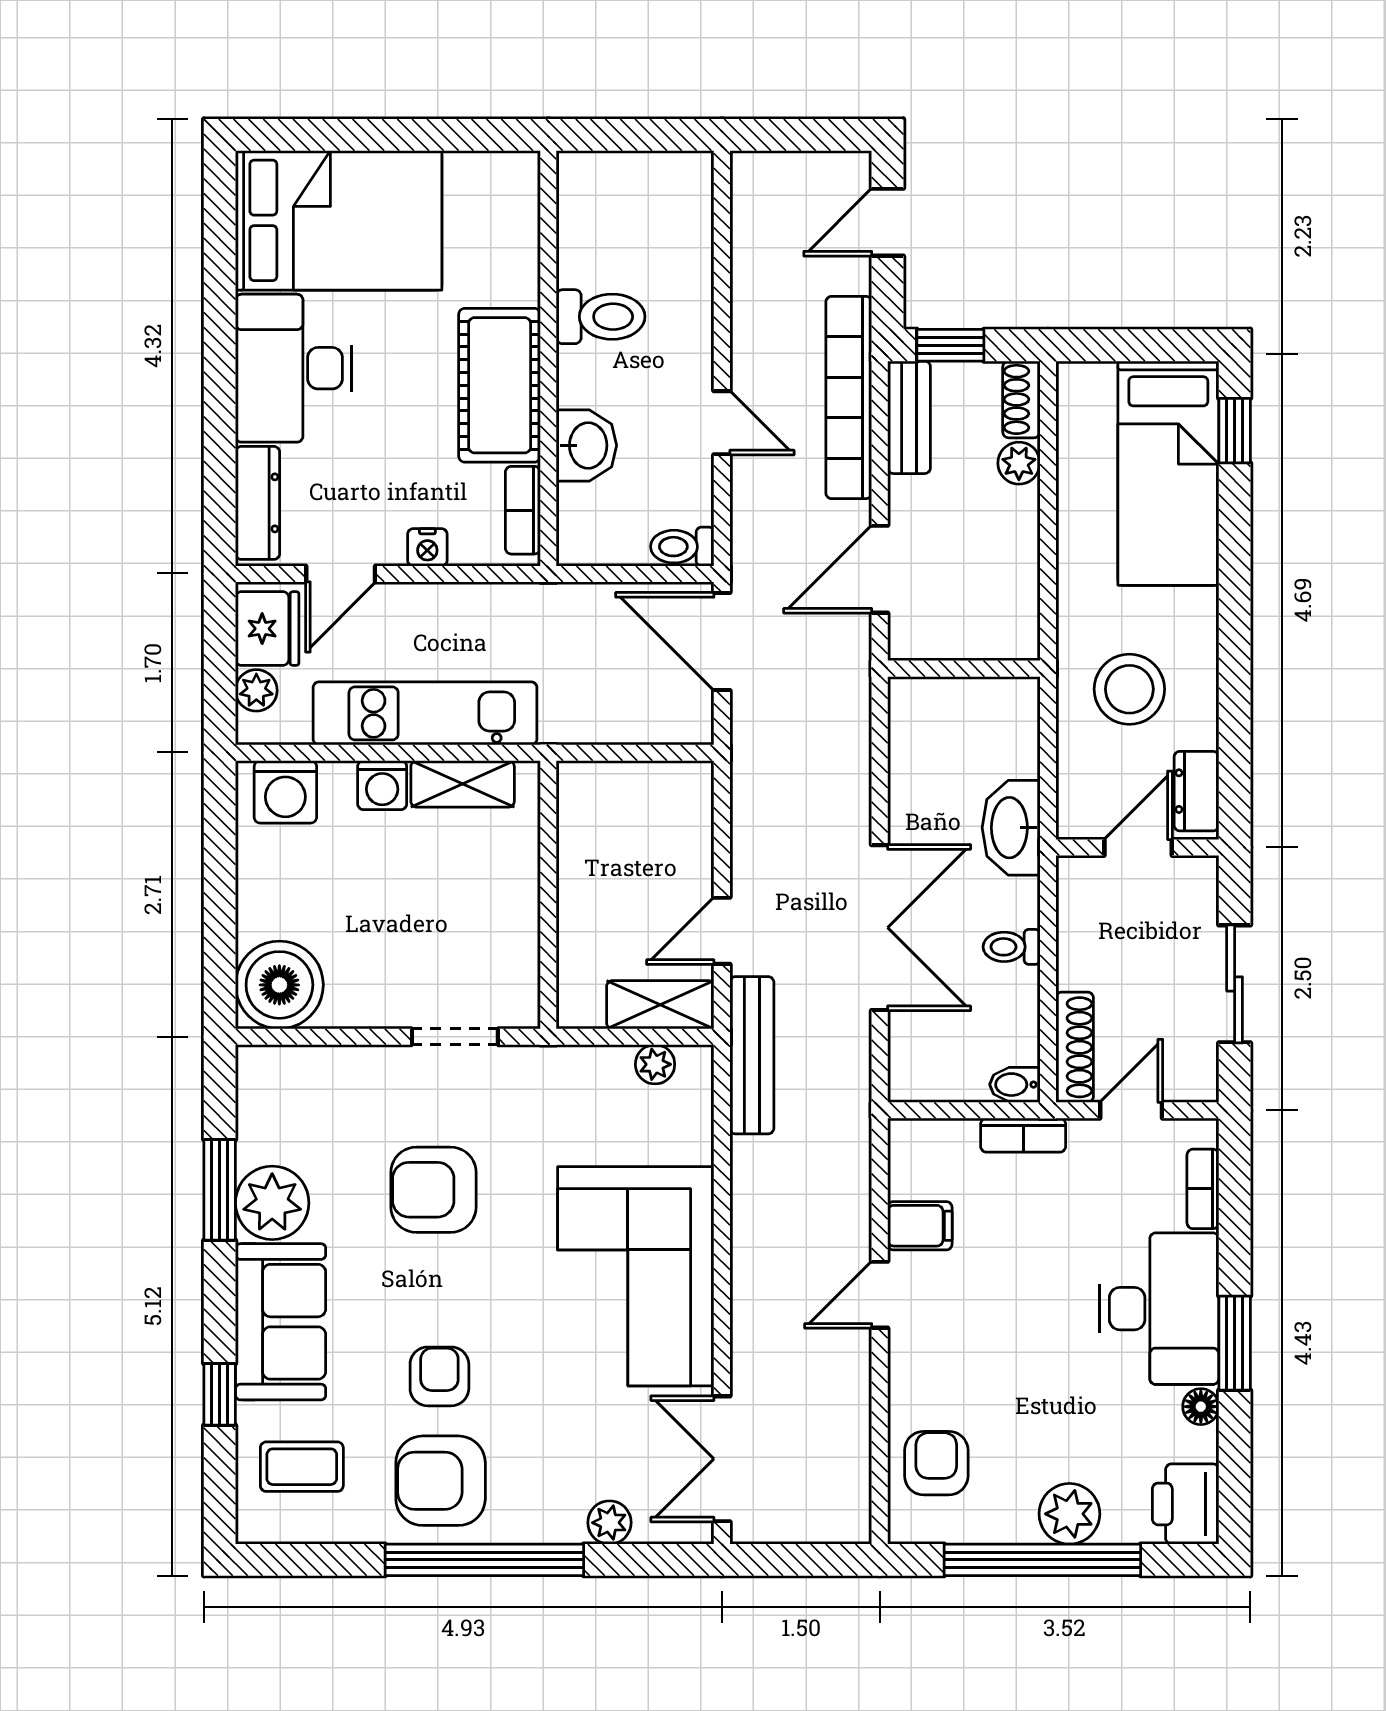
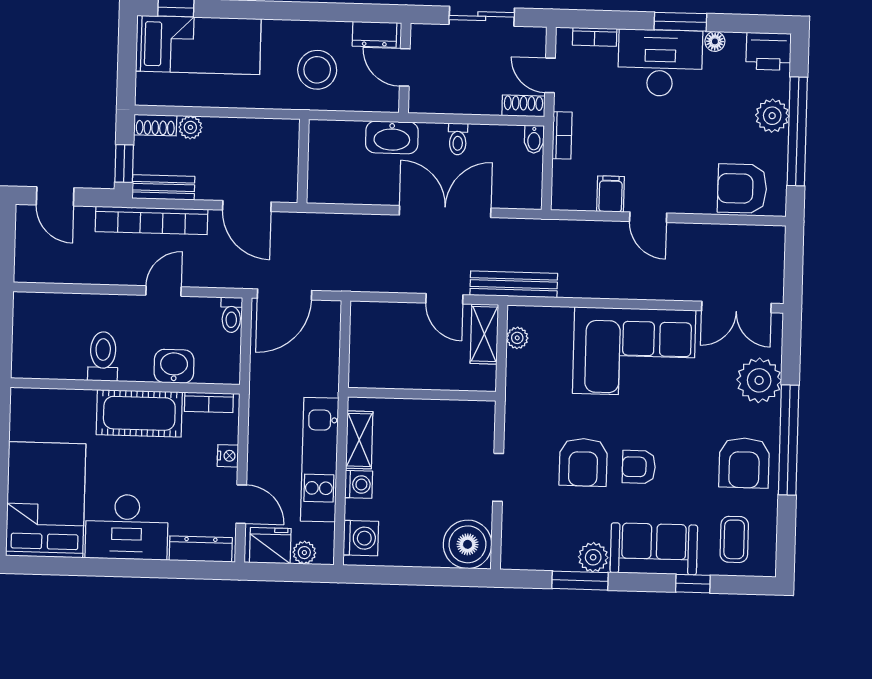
doorway: (455, 1037) -> (498, 477), moved
shoe rack: (1075, 1047) -> (523, 106), width x0.70
plant: (272, 1203) -> (593, 557), width x0.73, depth x0.73
armchair: (439, 1376) -> (639, 467), moved
armchair: (936, 1463) -> (742, 189), width x1.38, depth x1.38
plant: (609, 1523) -> (759, 380), width x1.87, depth x1.87

